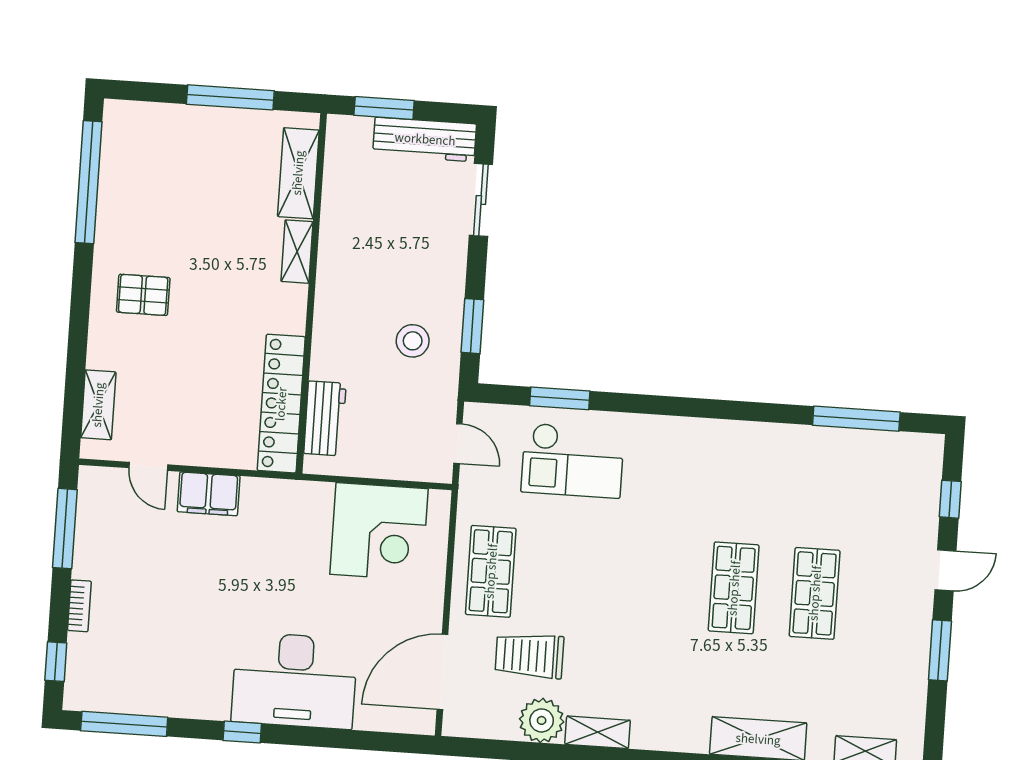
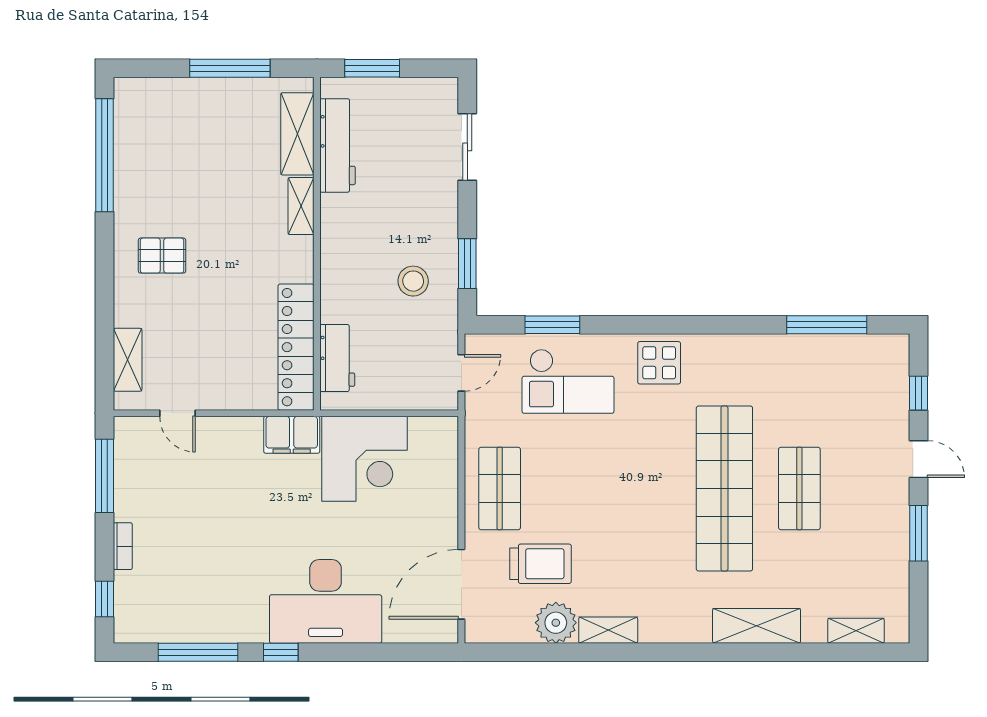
workbench: (425, 139) -> (337, 145), moved, turned -90
door: (458, 444) -> (461, 373), hinge flipped
display table: (672, 447) -> (659, 363), added
filing cabinet: (209, 494) -> (292, 435), moved
corner desk: (379, 531) -> (364, 459), moved
door: (945, 570) -> (918, 459), hinge flipped
shop shelf: (734, 588) -> (724, 488), width x2.00, depth x1.36
trolley: (529, 656) -> (541, 564), turned 180
window: (124, 724) -> (198, 652), moved

